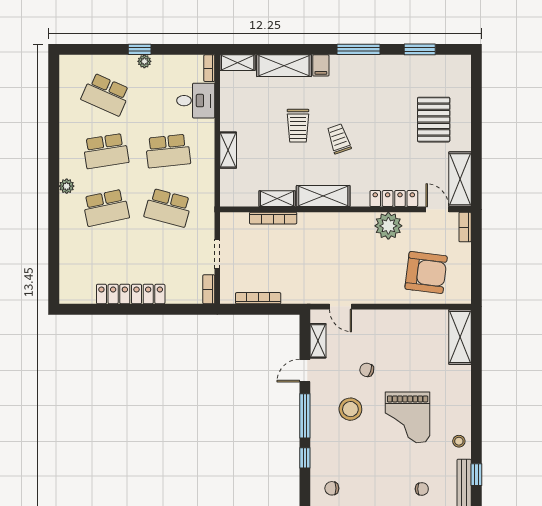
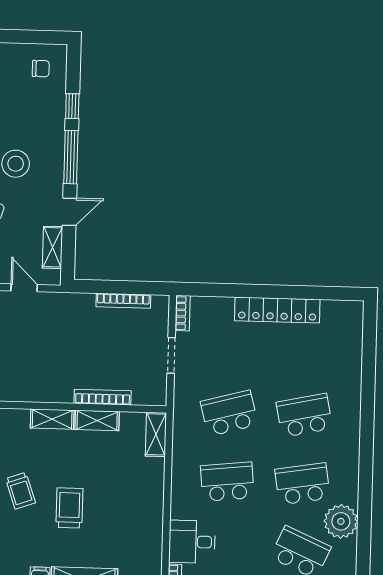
shelving: (228, 150) -> (156, 434), moved
plant: (67, 186) -> (341, 521), moved, width x1.88, depth x1.88
shelving: (323, 196) -> (52, 419), width x0.67, depth x0.75
school desk: (168, 208) -> (229, 413), turned -30

